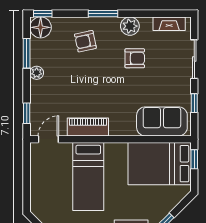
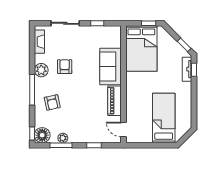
window: (103, 14) -> (32, 90), width x1.44
plant: (37, 73) -> (63, 138), moved
window: (27, 113) -> (94, 145), moved
sofa: (162, 121) -> (111, 66), moved
window: (194, 159) -> (149, 23), moved
bed: (88, 177) -> (164, 118), moved, turned -90

